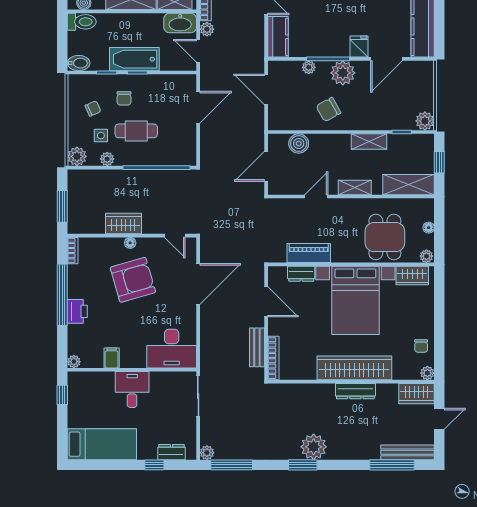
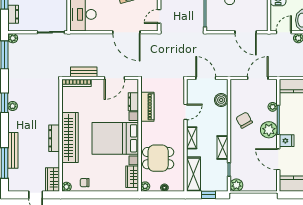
door: (316, 197) -> (185, 112), hinge flipped
plant: (314, 447) -> (13, 106), width x0.53, depth x0.53
bench: (408, 452) -> (13, 150), moved

